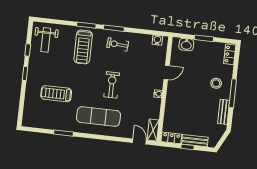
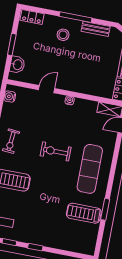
door: (167, 72) -> (47, 89), hinge flipped
treadmill: (56, 94) -> (84, 213), moved, turned 90

